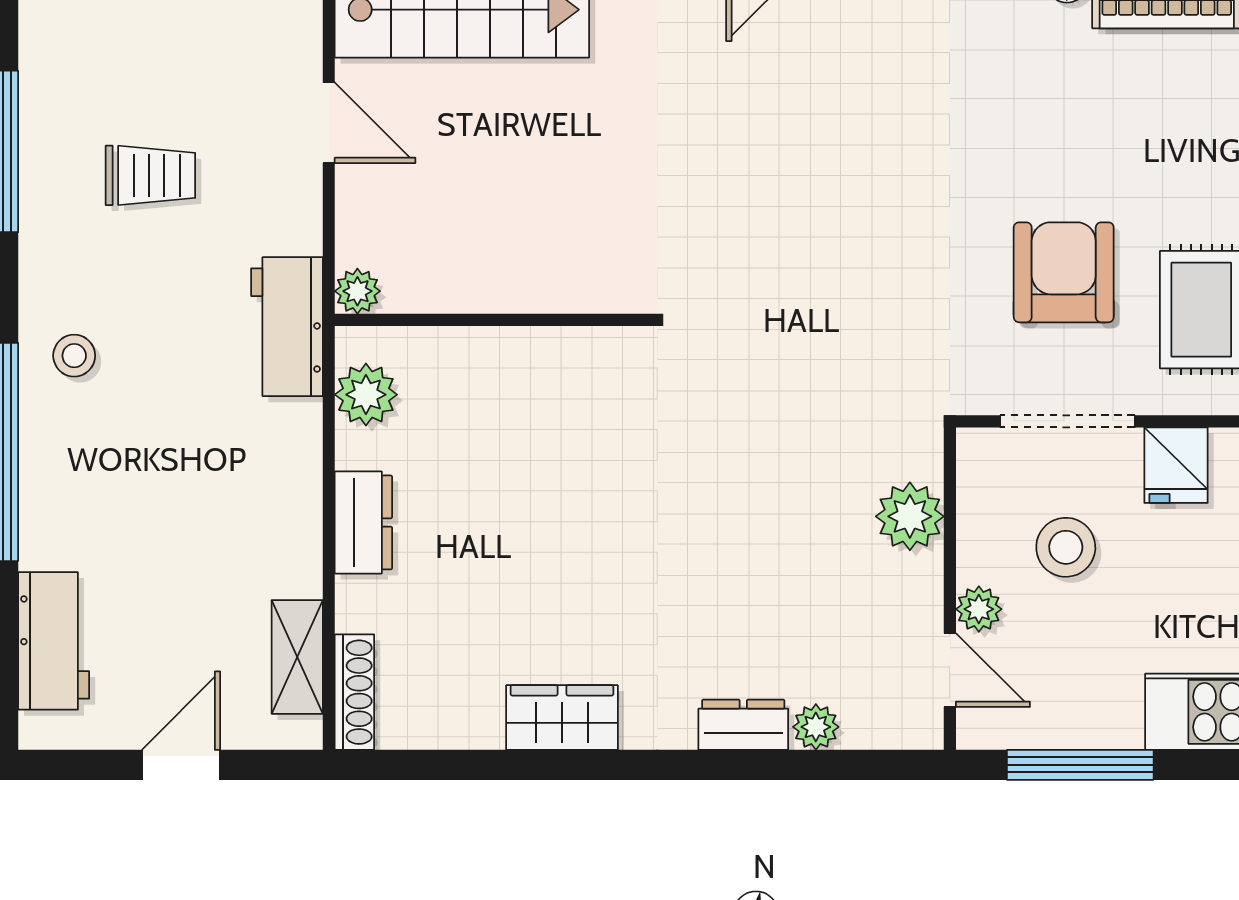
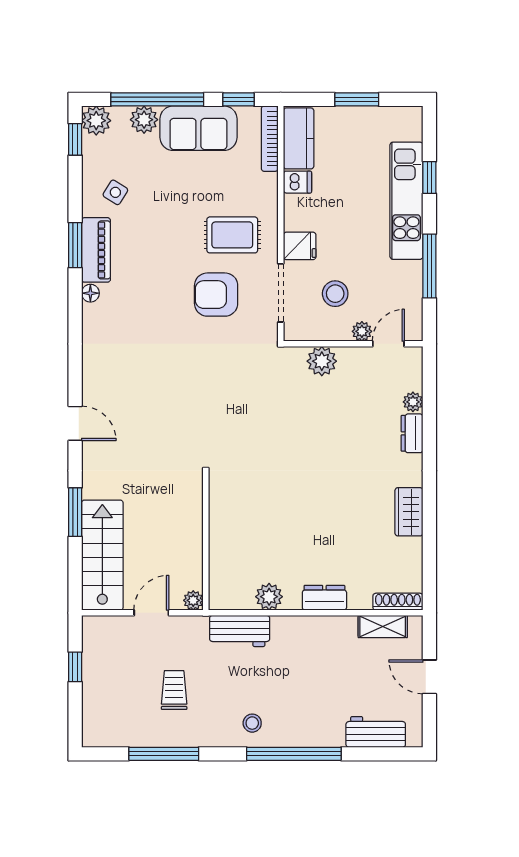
plant: (357, 291) -> (193, 600), moved
wall: (493, 320) -> (206, 542), moved
window: (1080, 765) -> (429, 266), moved

